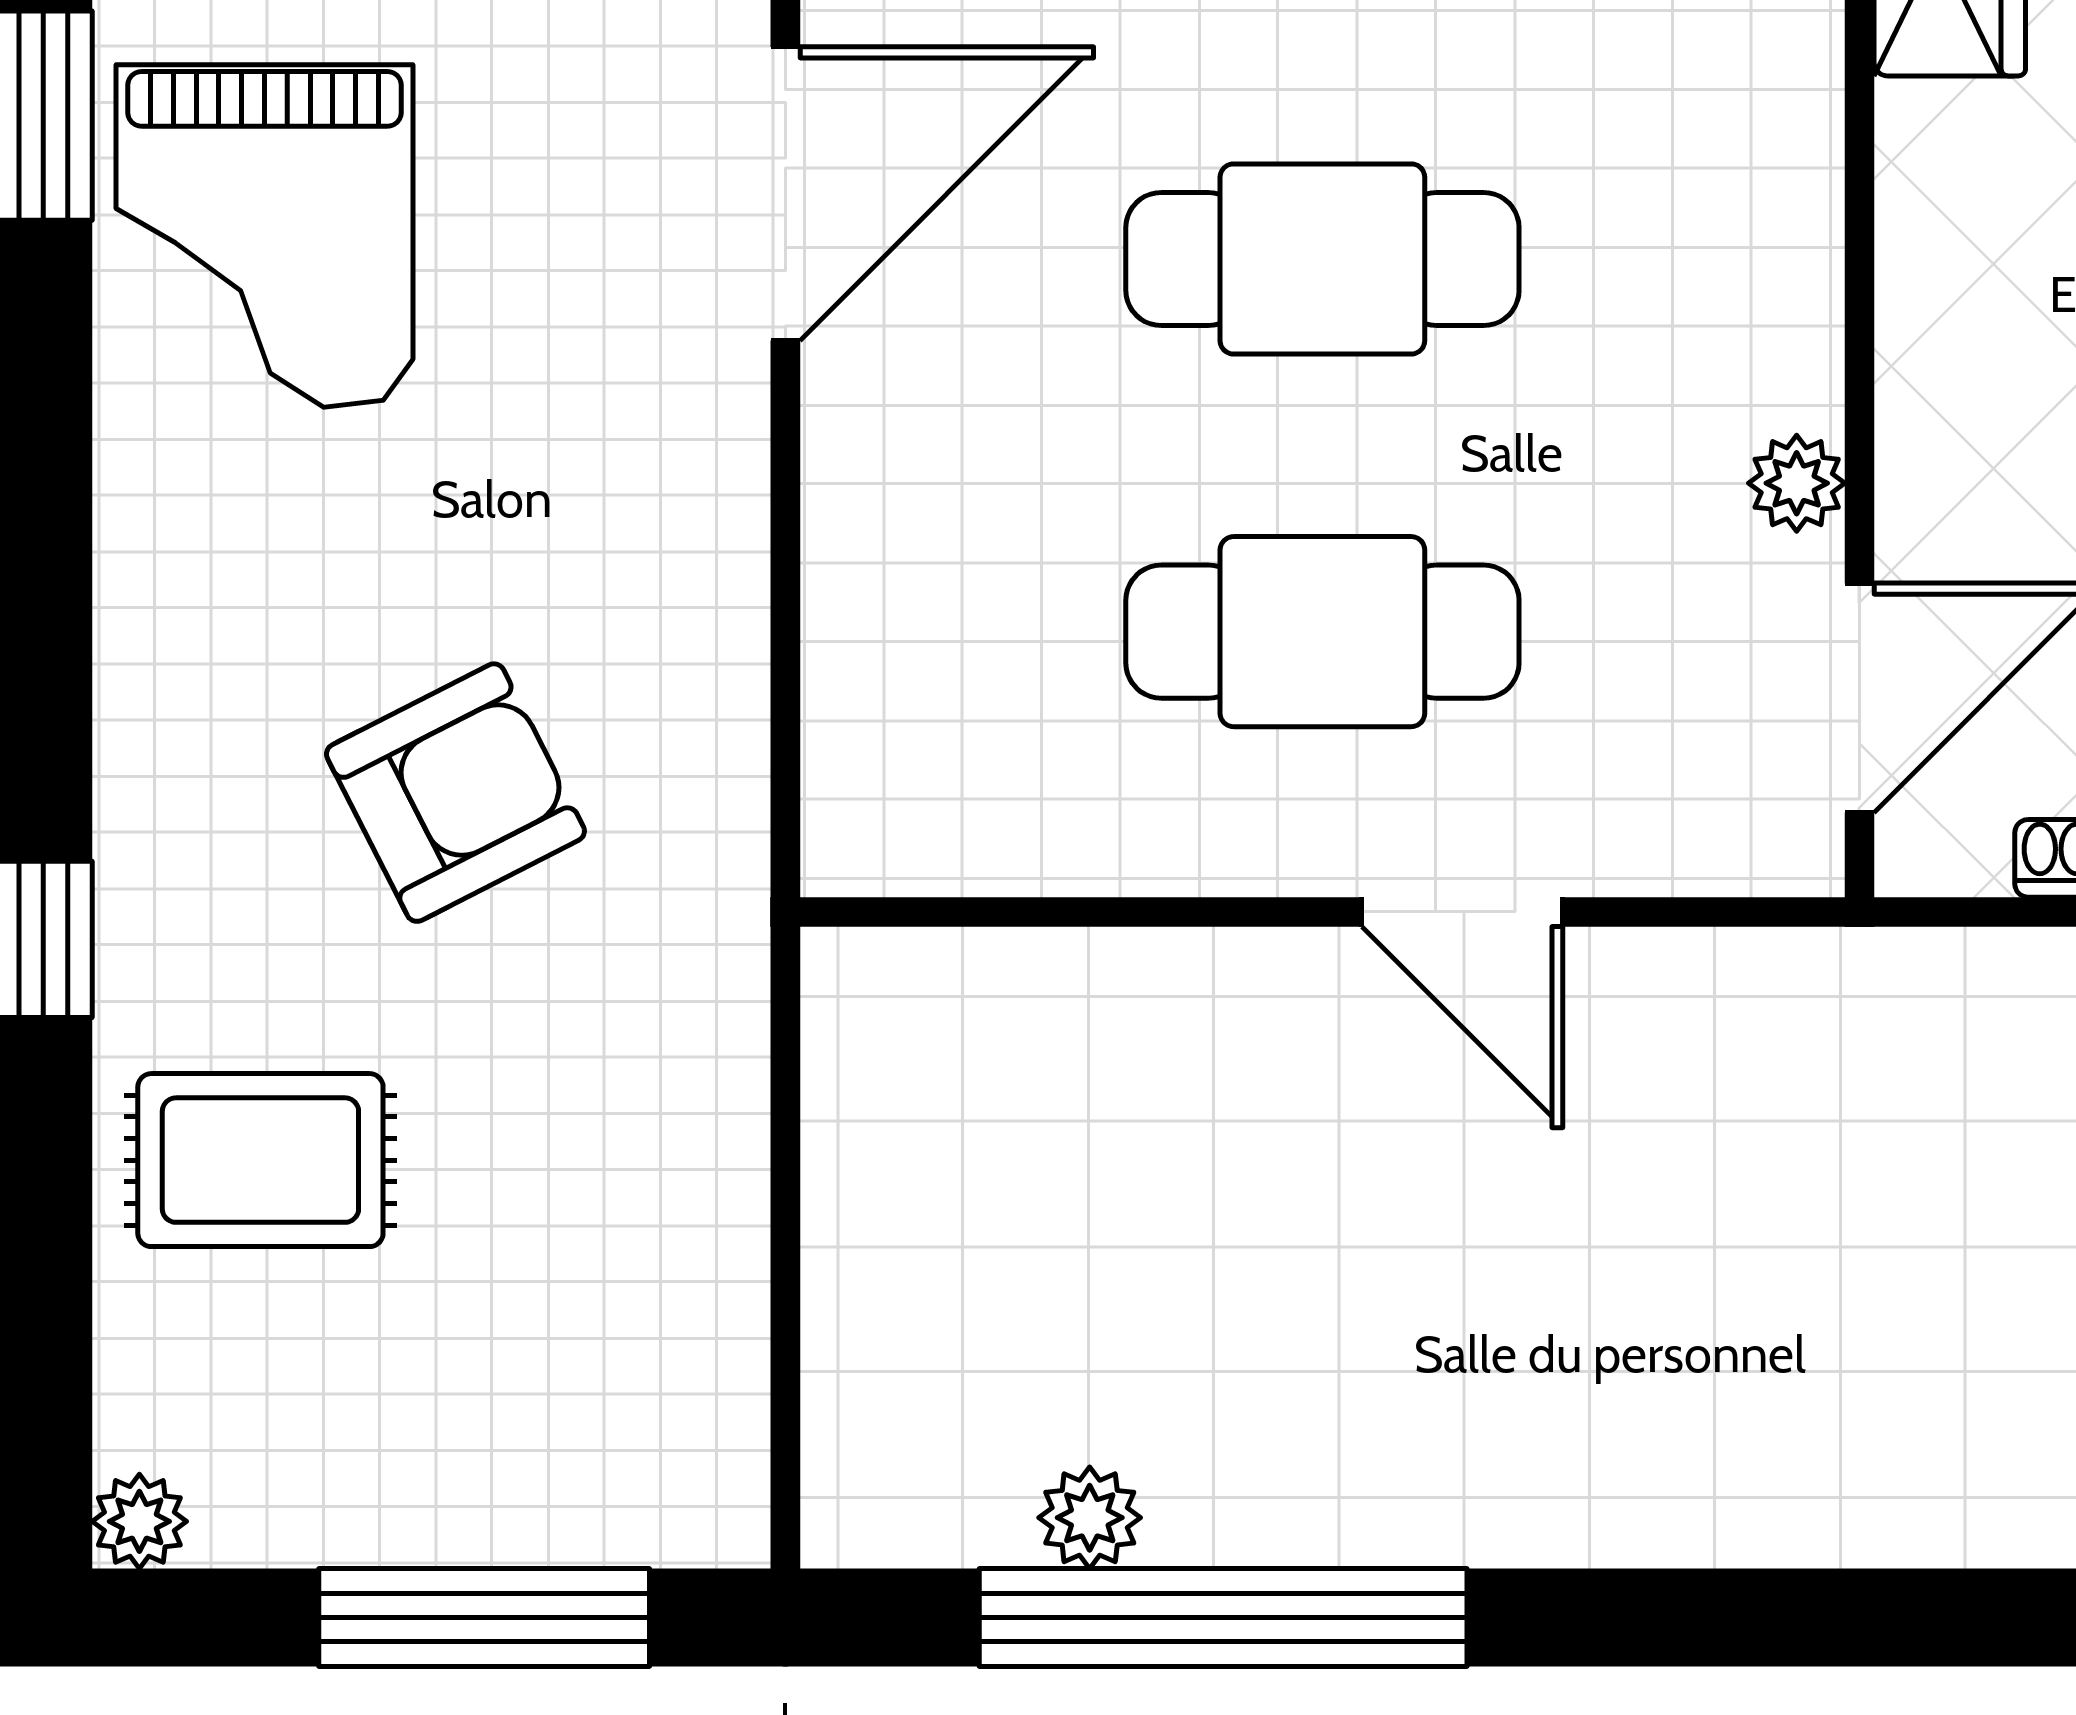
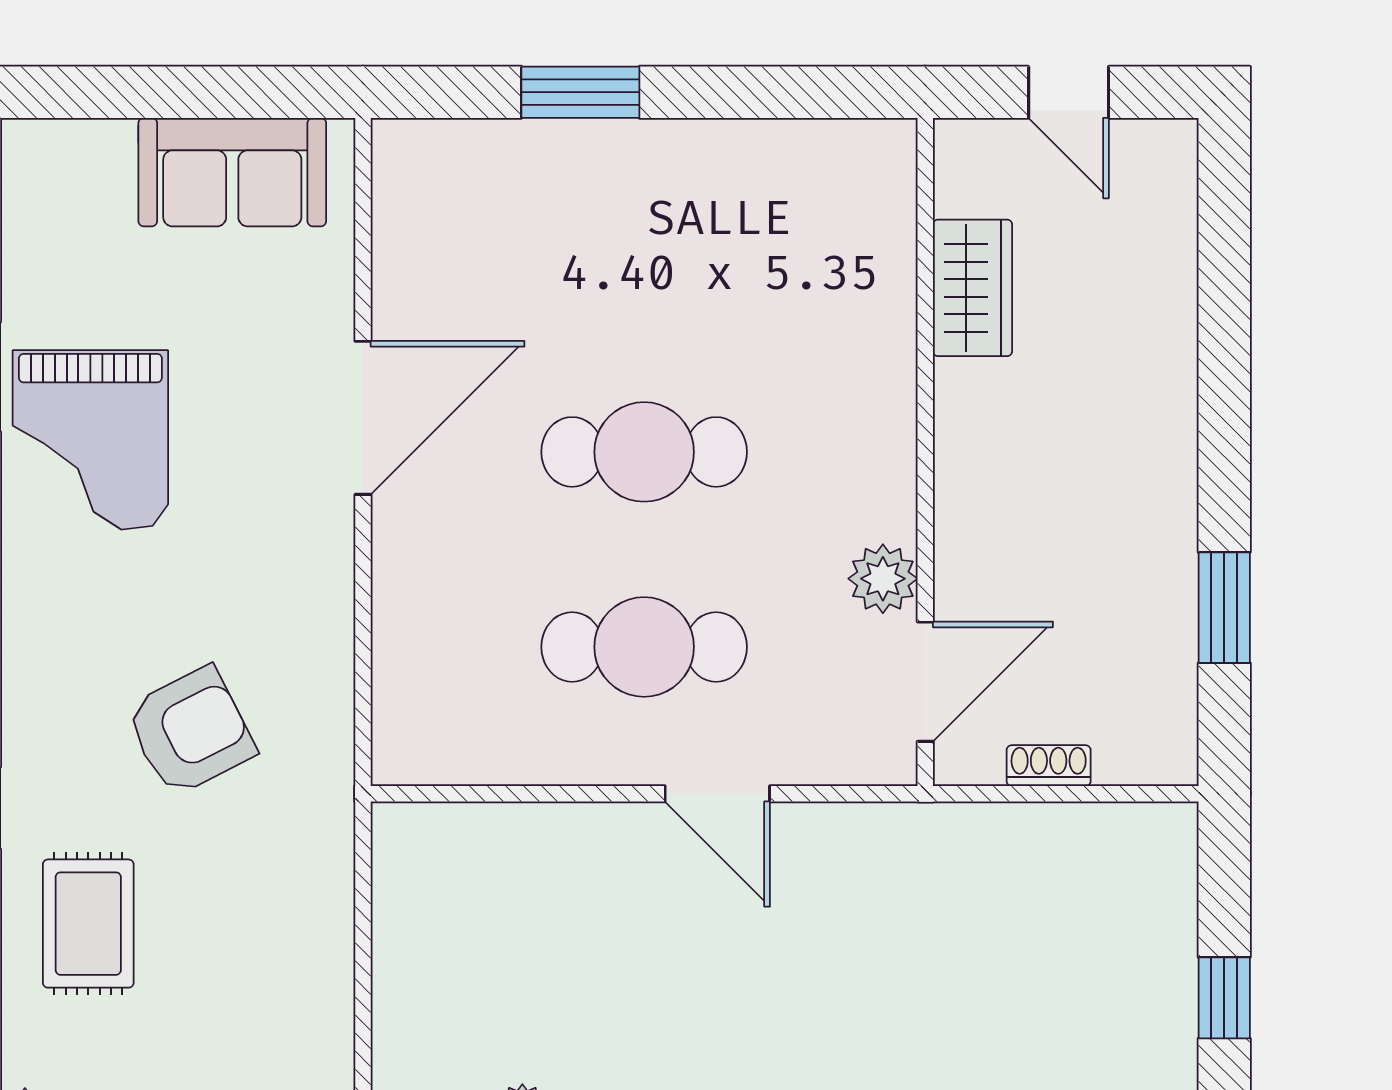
plant: (1797, 483) -> (883, 579), width x1.38, depth x1.38
rug: (260, 1160) -> (88, 924), turned 90

